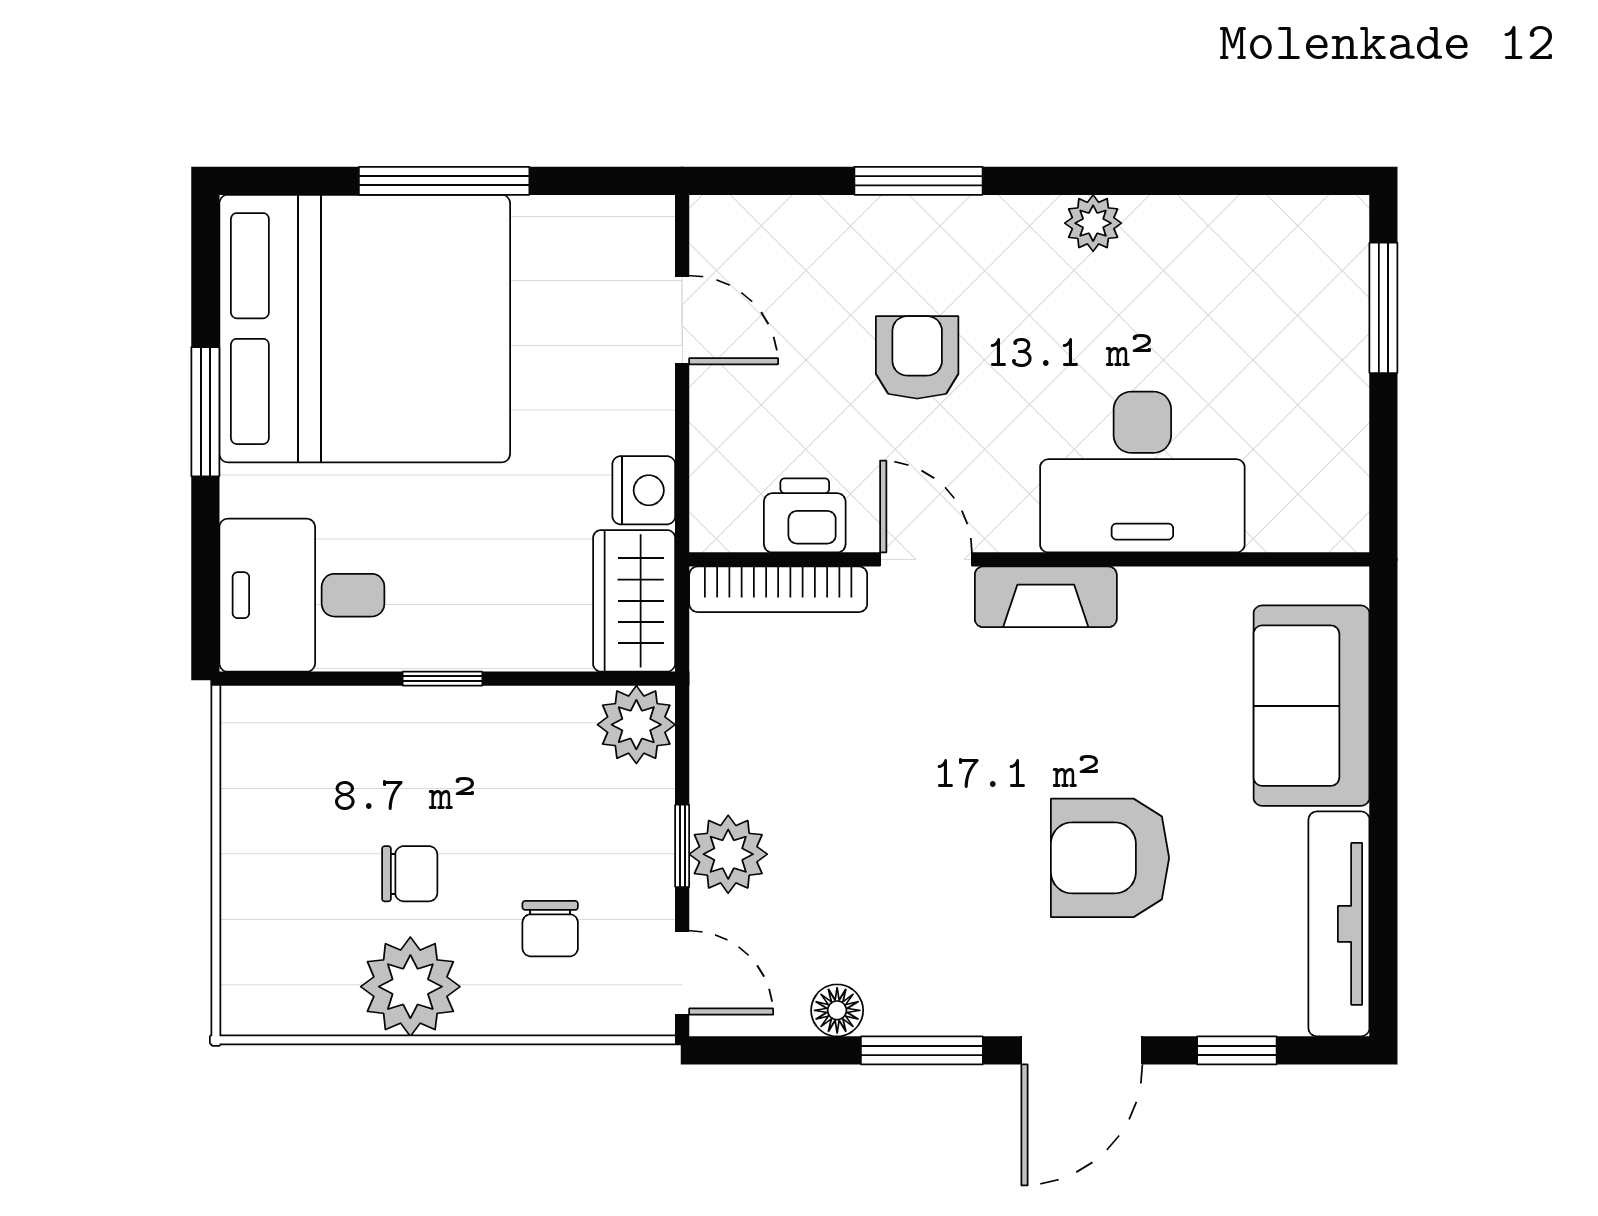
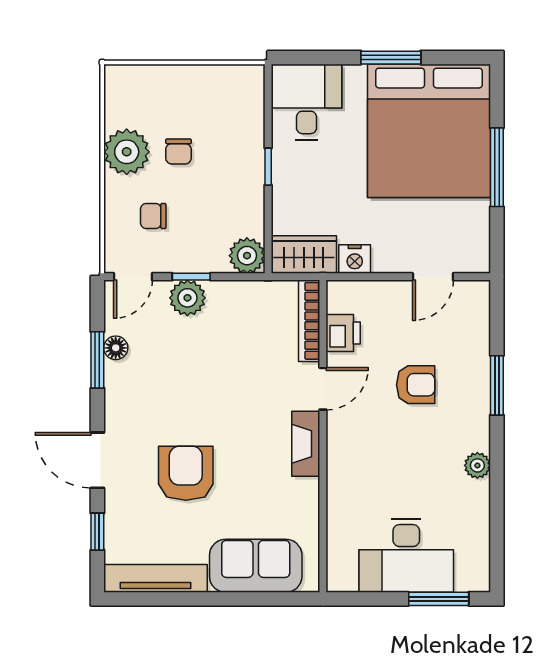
desk: (1142, 472) -> (406, 556), moved, turned -90
window: (922, 1050) -> (97, 360), moved

